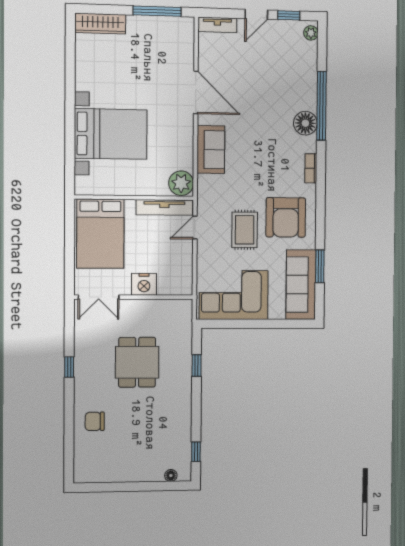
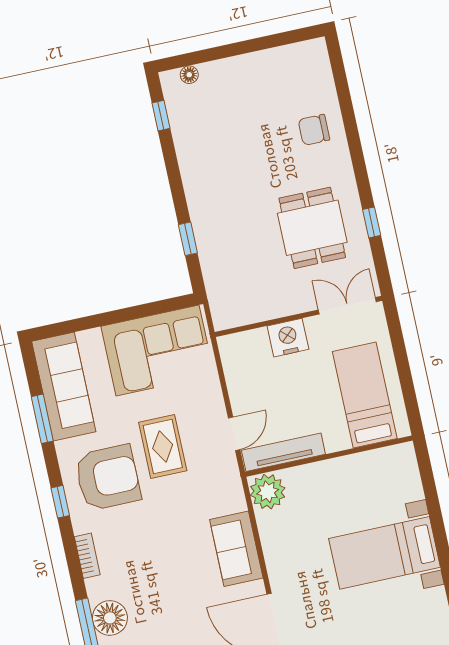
bed with nightstands: (111, 134) -> (385, 553), width x0.73
window: (320, 208) -> (60, 502), added
armchair: (286, 217) -> (108, 478), turned 90
bed: (100, 234) -> (365, 395), width x0.67
dining table: (137, 362) -> (312, 228), moved
window: (69, 367) -> (372, 222), moved
chair: (95, 421) -> (314, 130), turned 180

